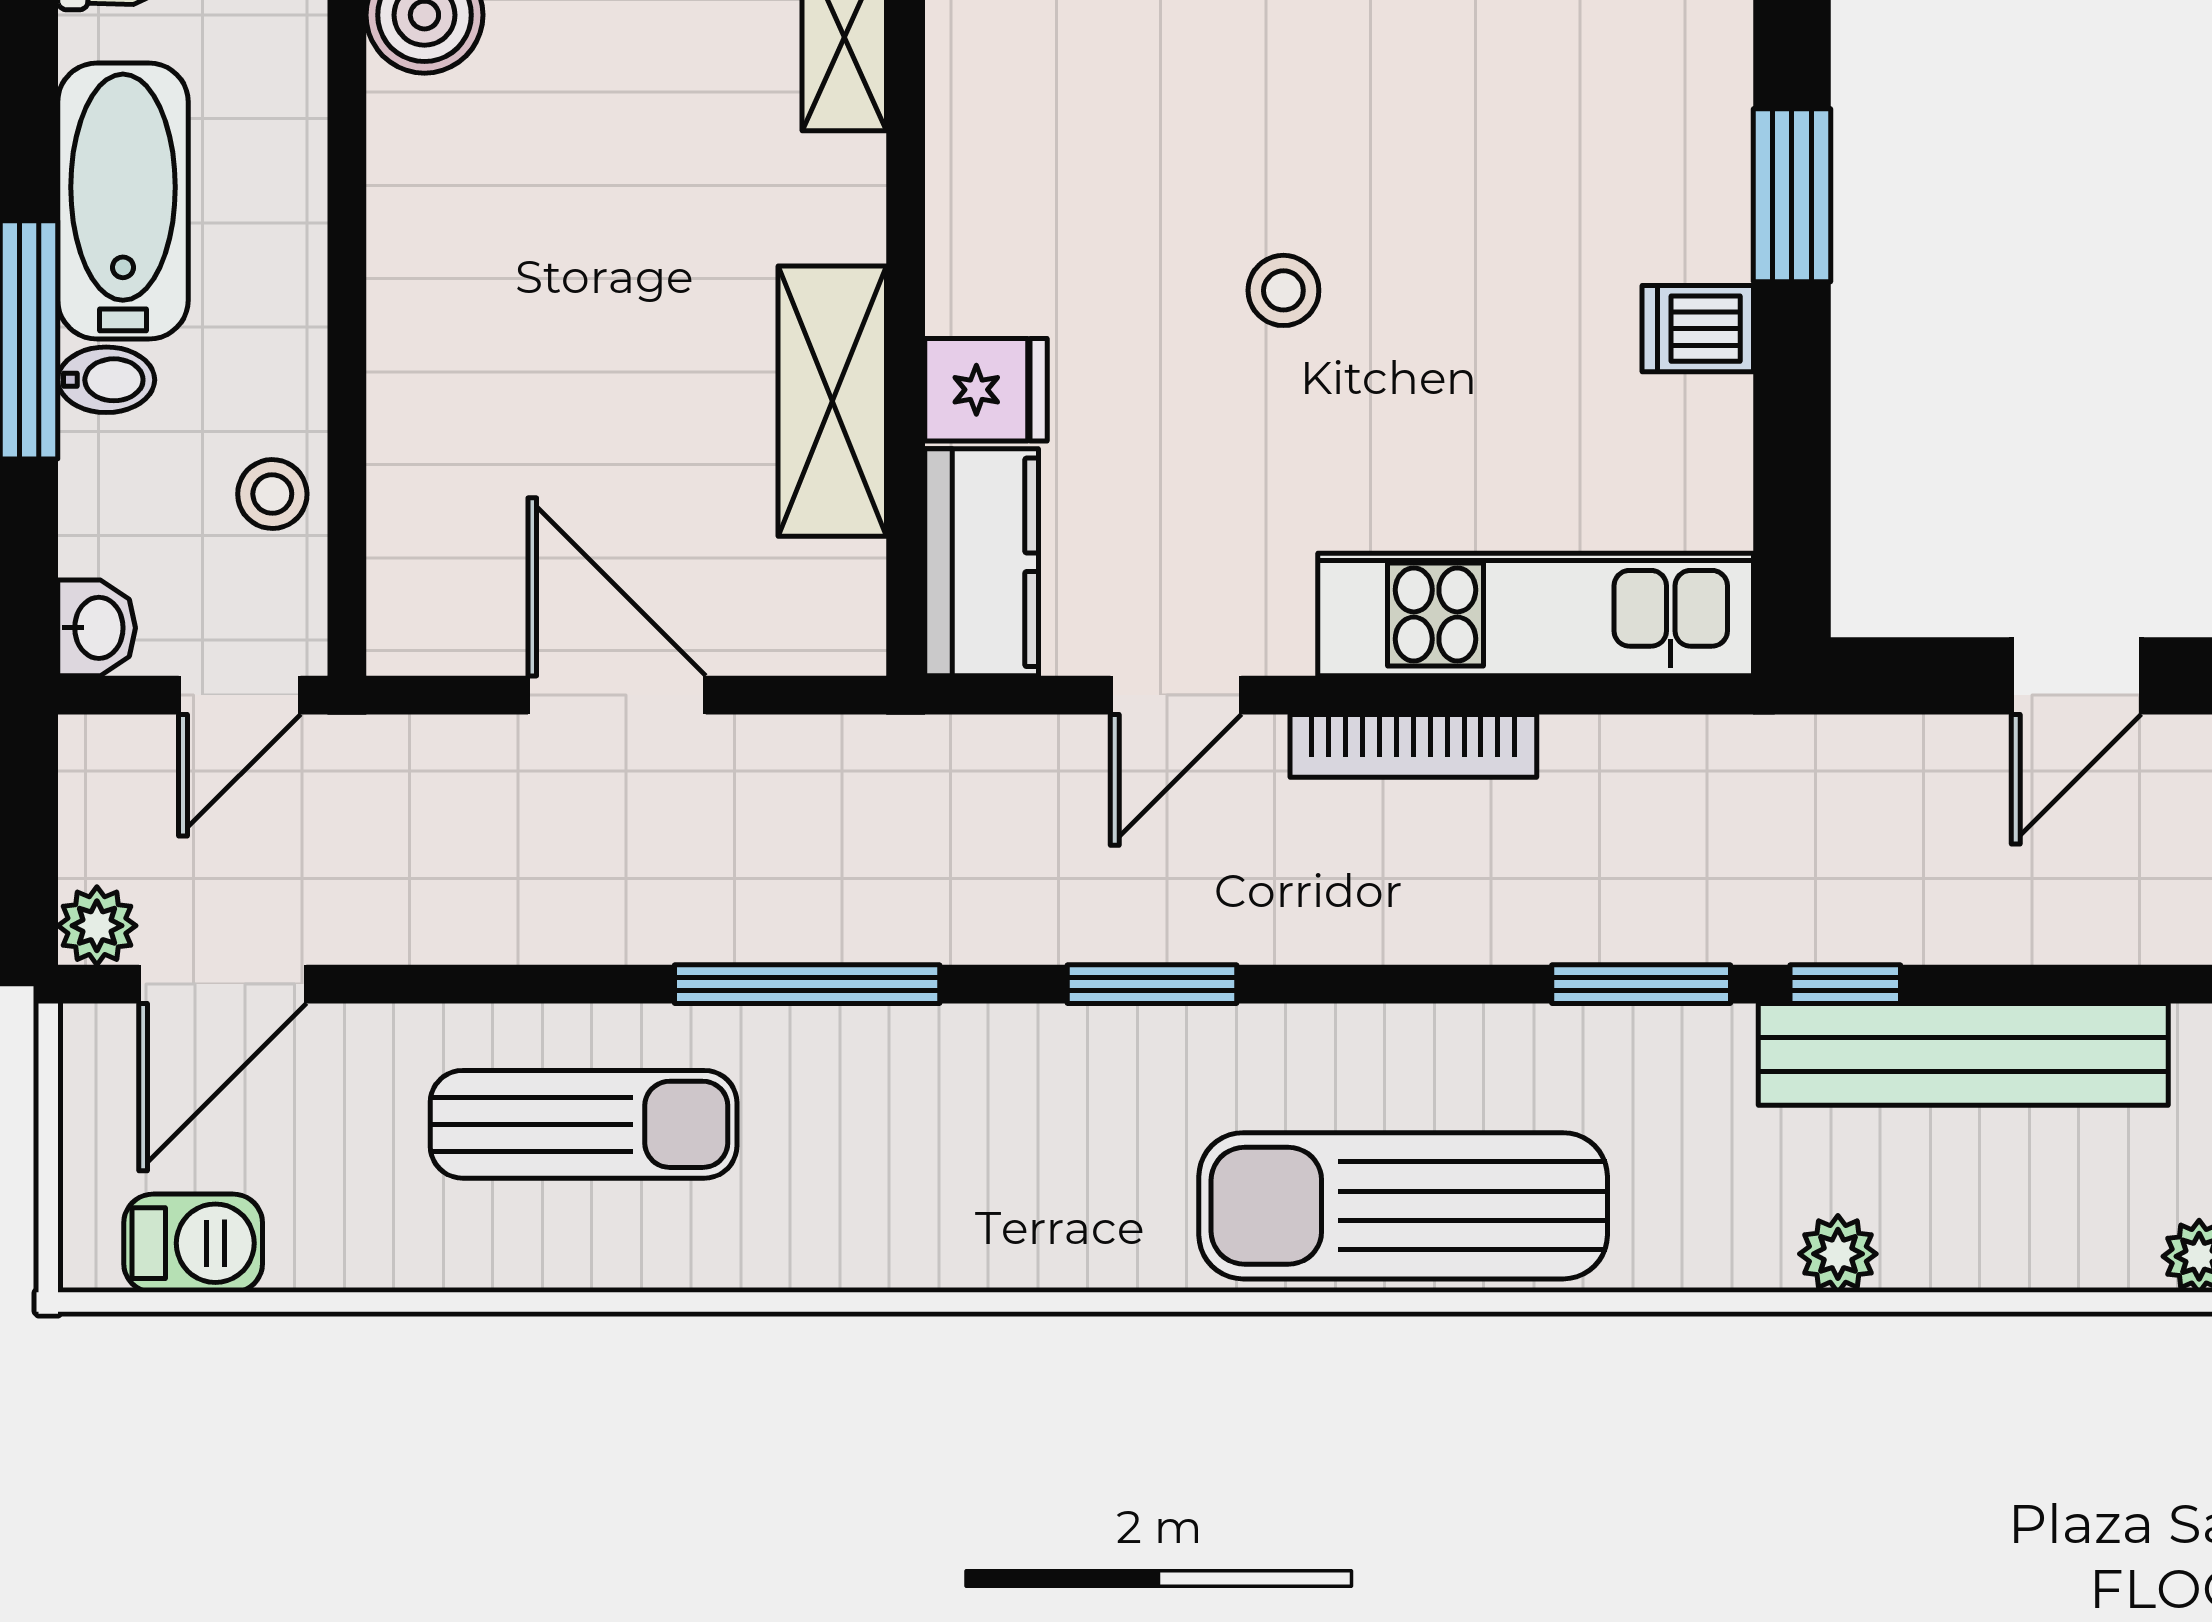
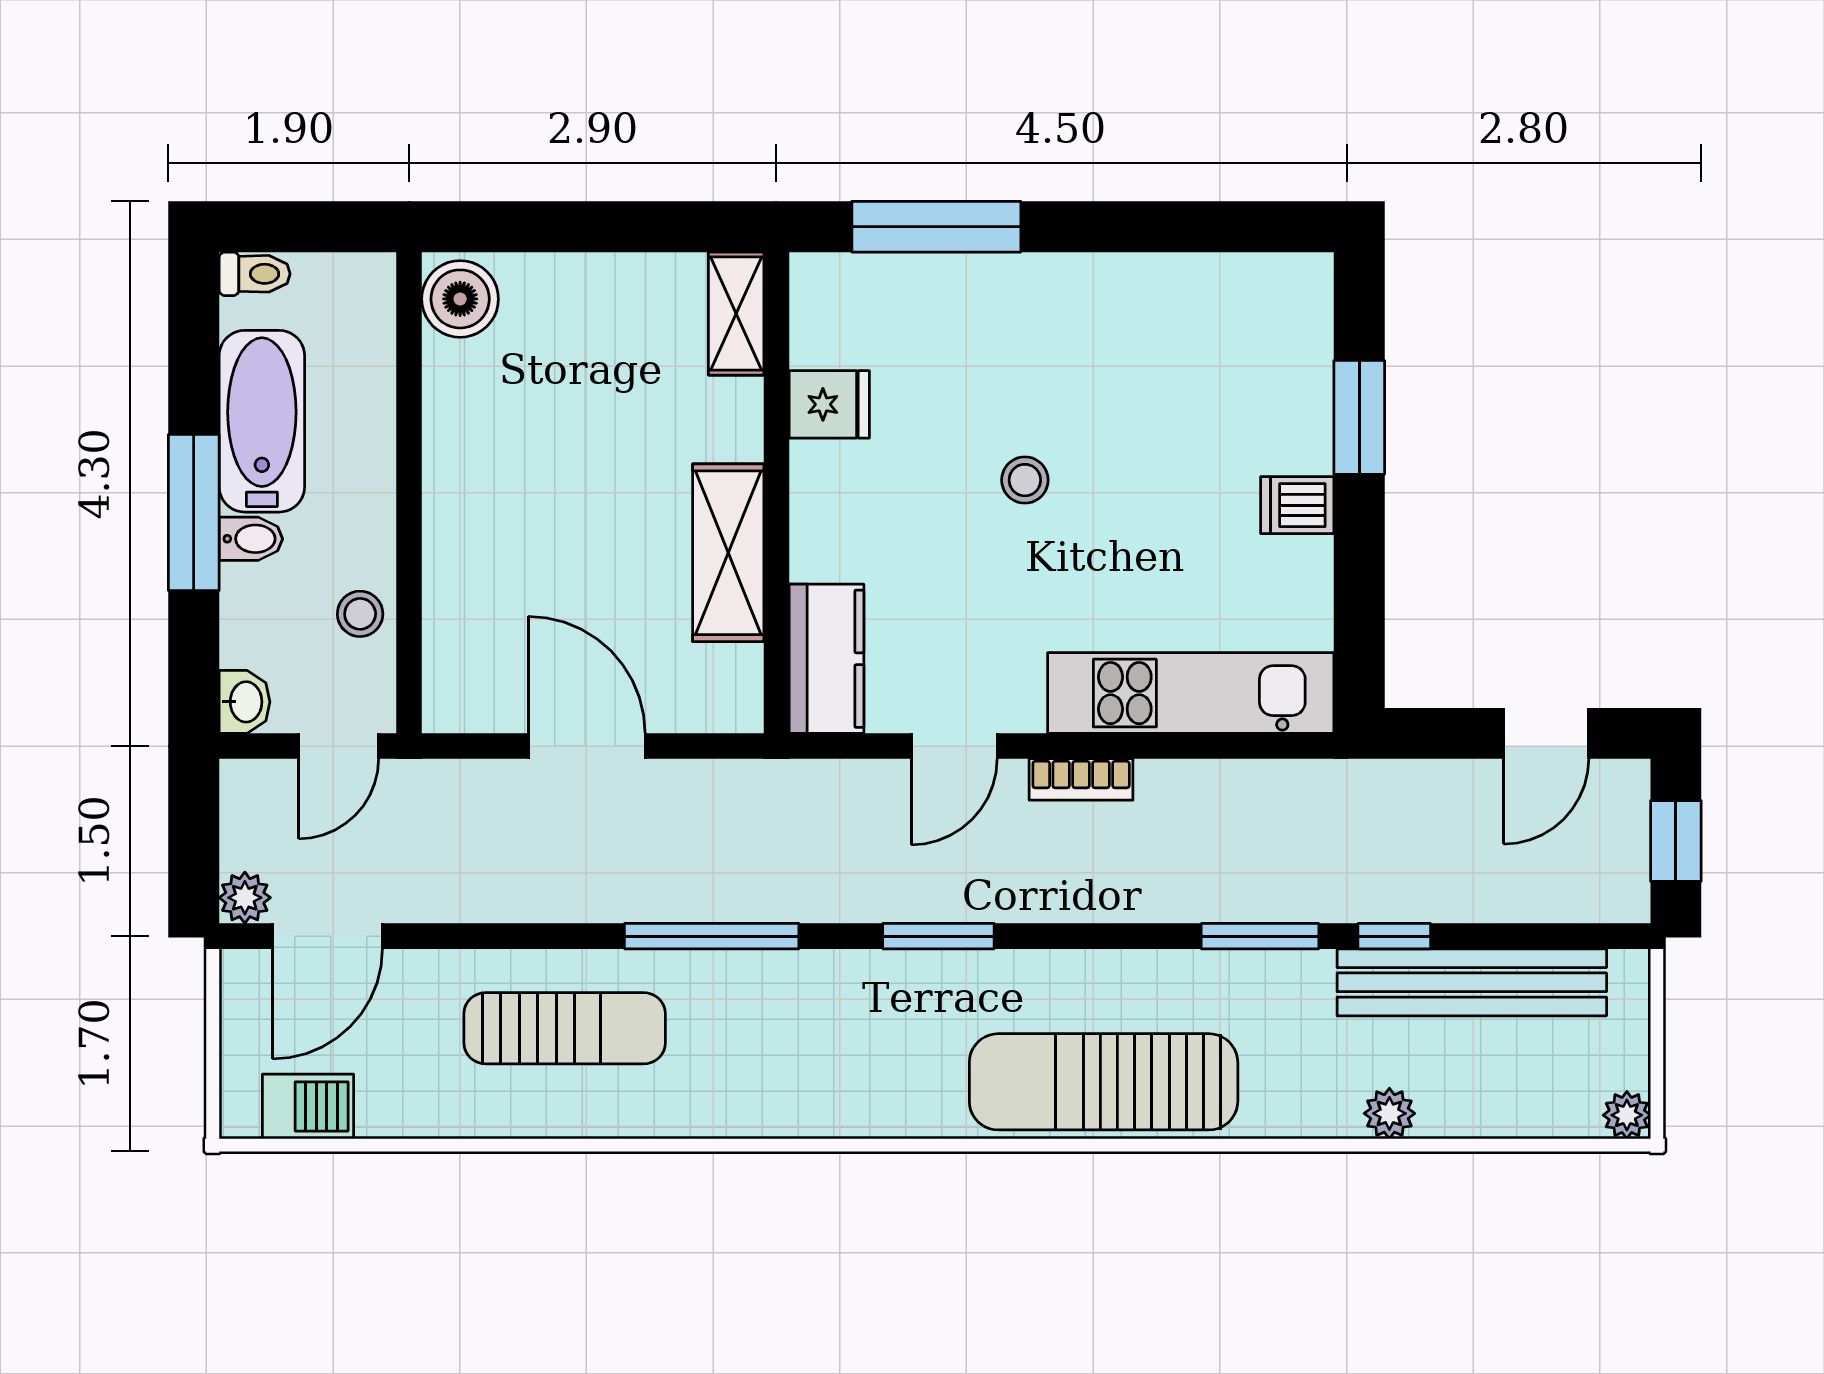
fridge: (986, 390) -> (829, 404), moved
bookcase: (1413, 746) -> (1081, 779), width x0.64

